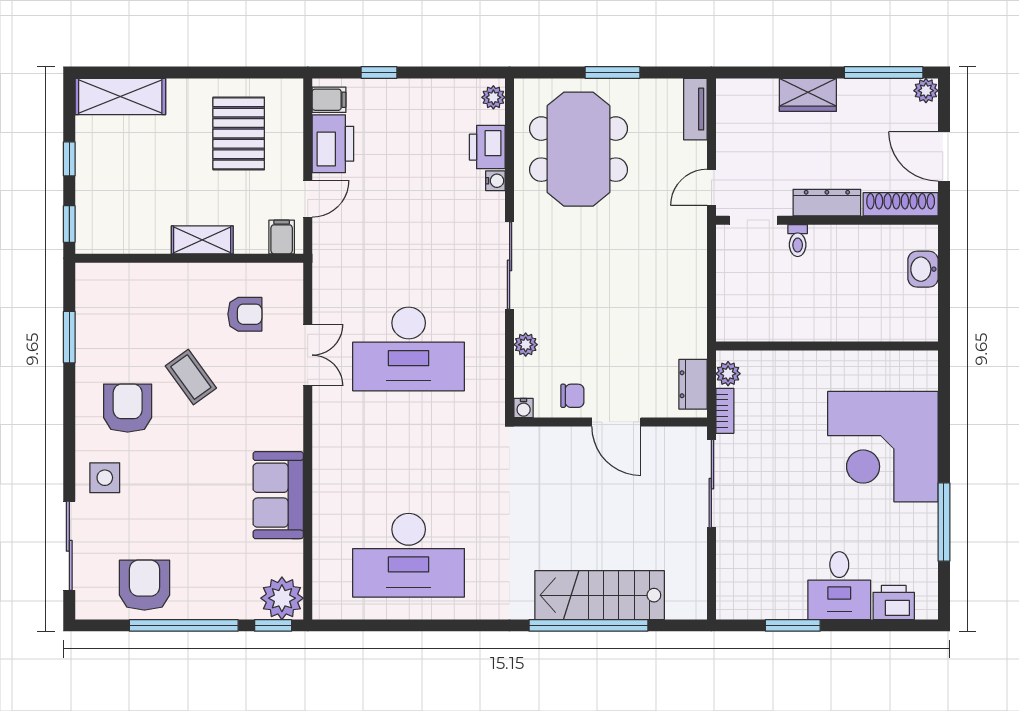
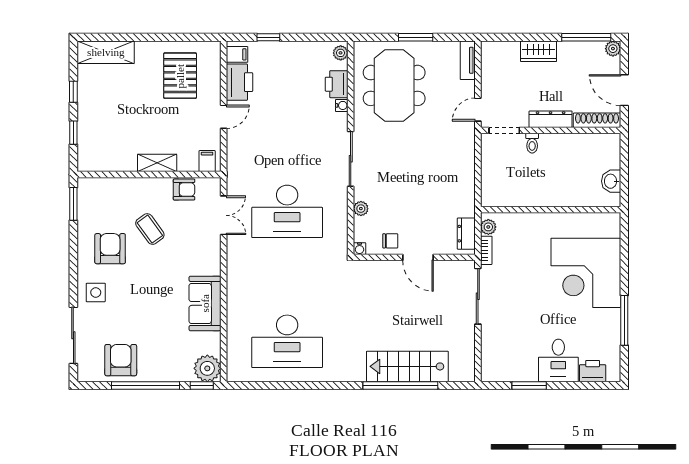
filing cabinet: (282, 237) -> (207, 161), moved
shelving: (202, 240) -> (157, 163), moved
wall: (189, 258) -> (149, 175), moved
washbasin: (923, 269) -> (611, 181), moved

